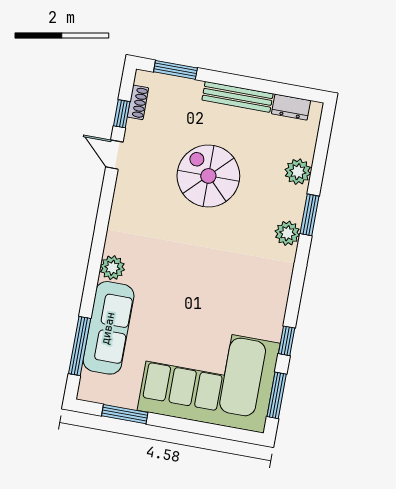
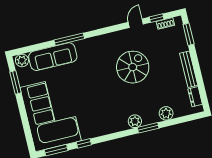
spiral stairs: (208, 176) -> (133, 67), moved
plant: (112, 268) -> (22, 60), moved
window: (80, 346) -> (69, 39), moved

